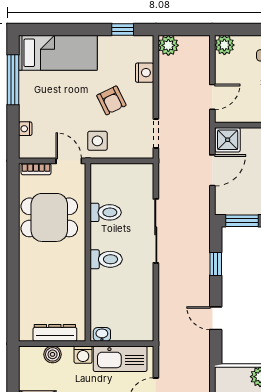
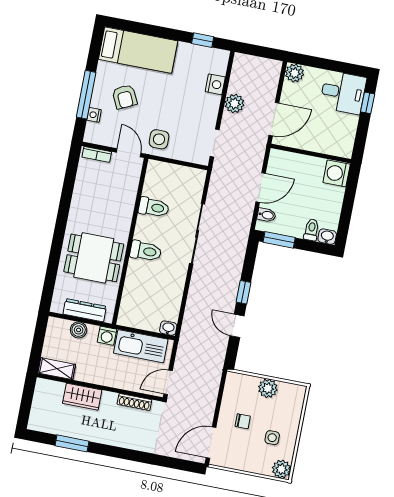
plant: (168, 45) -> (234, 104), moved
window: (13, 80) -> (86, 95), moved
door: (212, 97) -> (274, 119), width x1.38
armchair: (111, 100) -> (125, 97), moved
shower: (228, 140) -> (280, 162), removed
bidet: (224, 198) -> (266, 215), added
dining table: (49, 217) -> (94, 258), moved
window: (216, 264) -> (243, 292), moved
washbasin: (102, 334) -> (168, 328), moved

